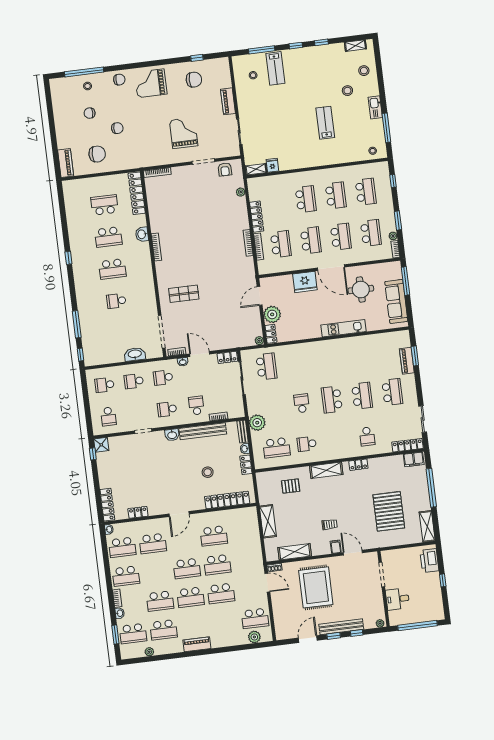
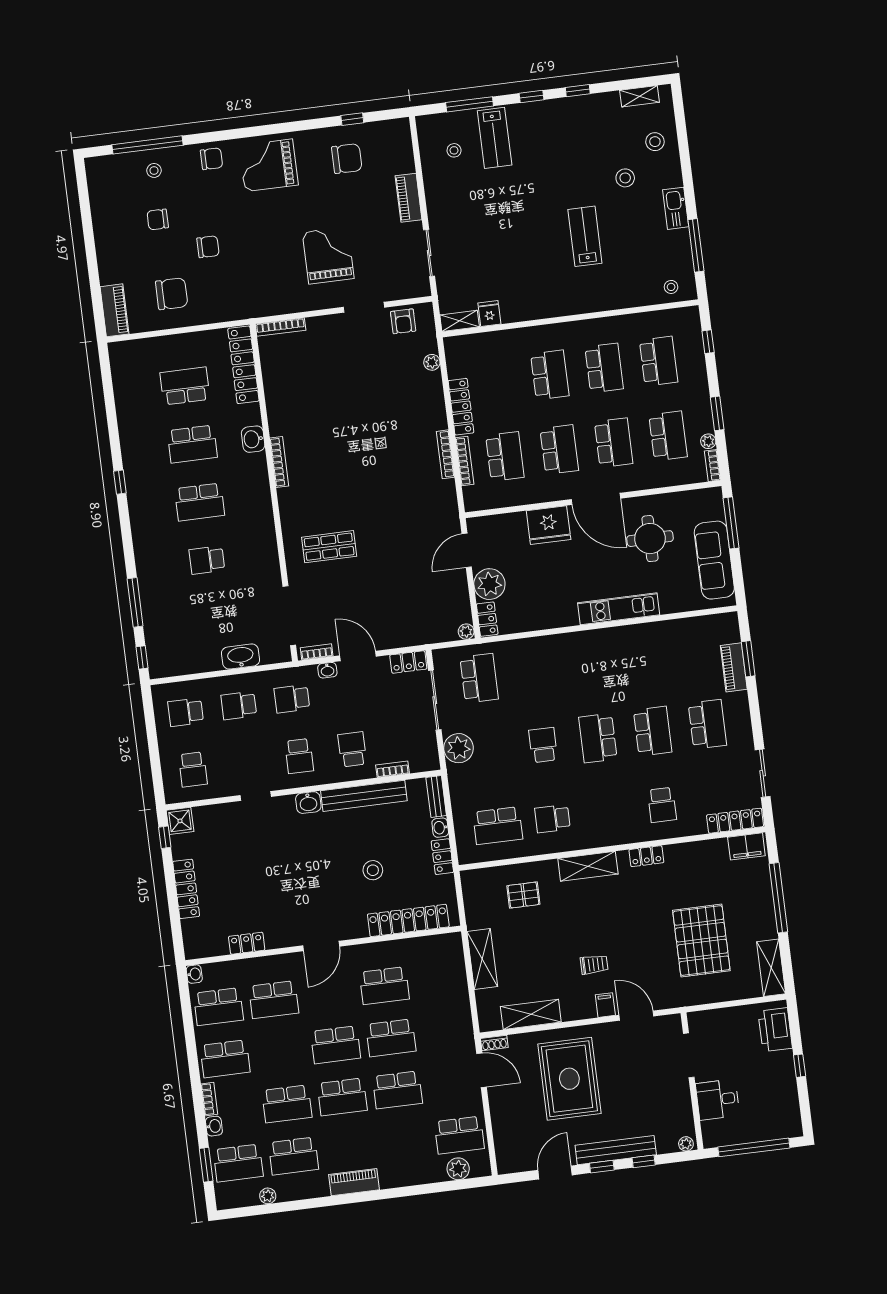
school desk: (167, 409) -> (299, 756), turned -90
plant: (257, 423) -> (459, 748), moved
locker: (107, 505) -> (186, 889), moved

